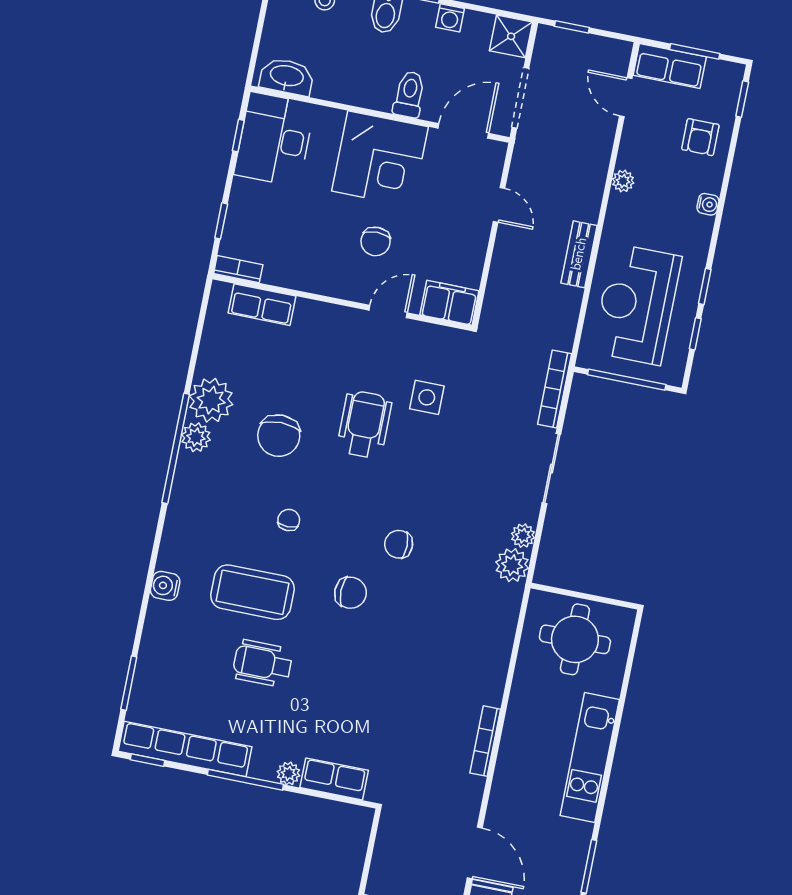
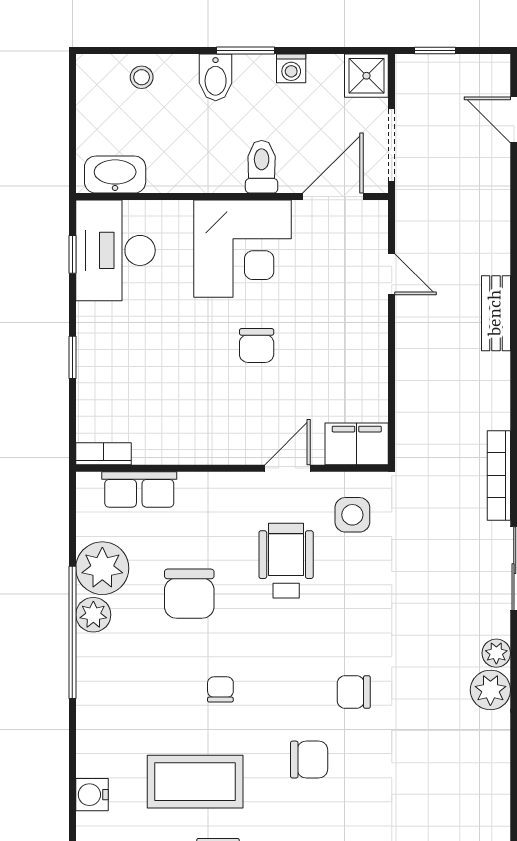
bookcase: (238, 269) -> (103, 454), moved
wall: (342, 302) -> (232, 468), moved
filing cabinet: (449, 303) -> (357, 444), moved
row of seats: (262, 305) -> (139, 489), moved
door: (388, 312) -> (288, 468), moved

